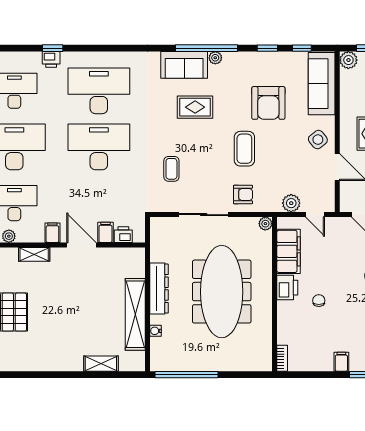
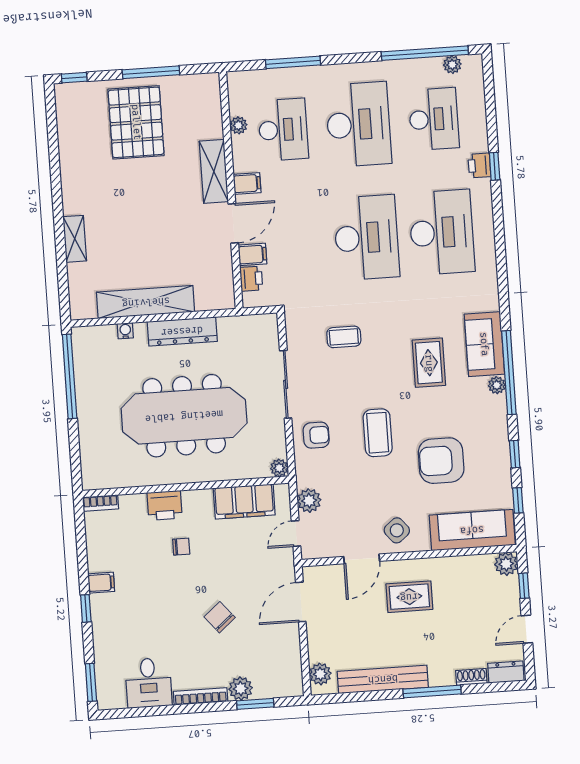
coffee table: (244, 149) -> (378, 433), turned 90
armchair: (243, 194) -> (316, 435), turned -90
shelving: (34, 254) -> (214, 171), width x1.50, depth x1.33
printer: (287, 288) -> (165, 505), moved
shelving: (101, 364) -> (75, 239), moved

